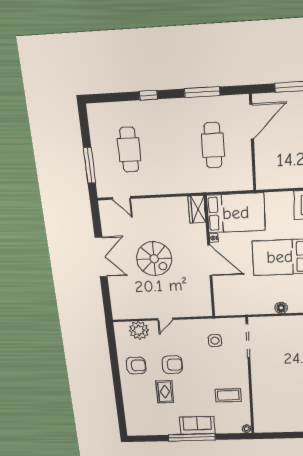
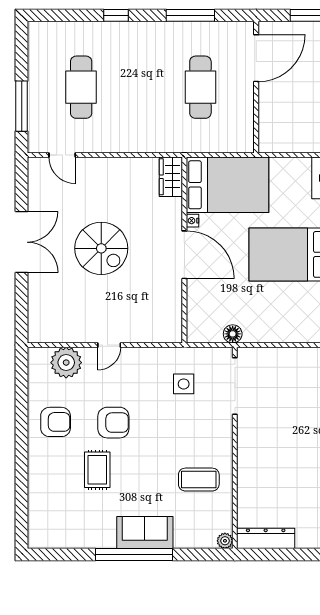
floor lamp: (281, 308) -> (233, 334), moved
dresser: (272, 427) -> (266, 538), added

